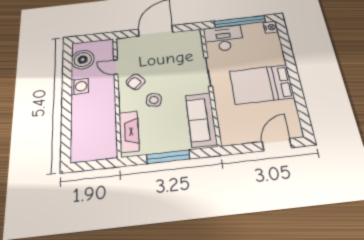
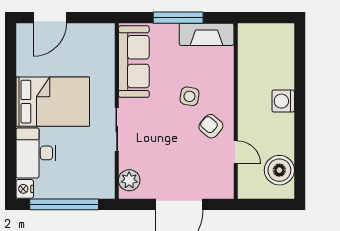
desk: (224, 38) -> (36, 153), moved, turned 90
plant: (194, 41) -> (129, 180), added
armchair: (136, 82) -> (211, 126), turned -96
washing machine: (80, 86) -> (283, 101), moved
fireplace: (129, 132) -> (207, 34), moved, turned -90

